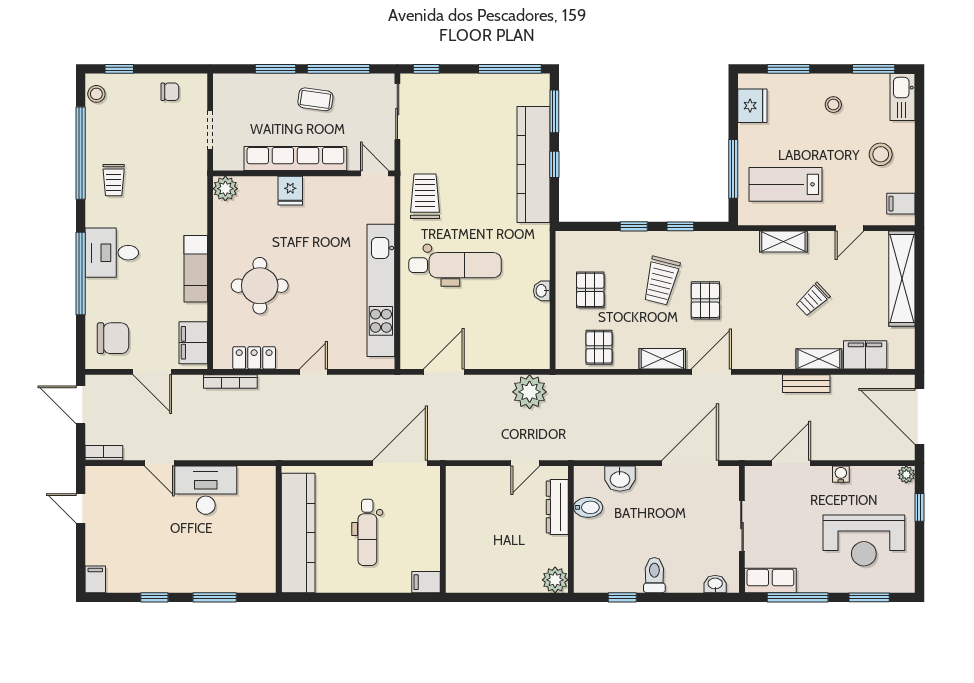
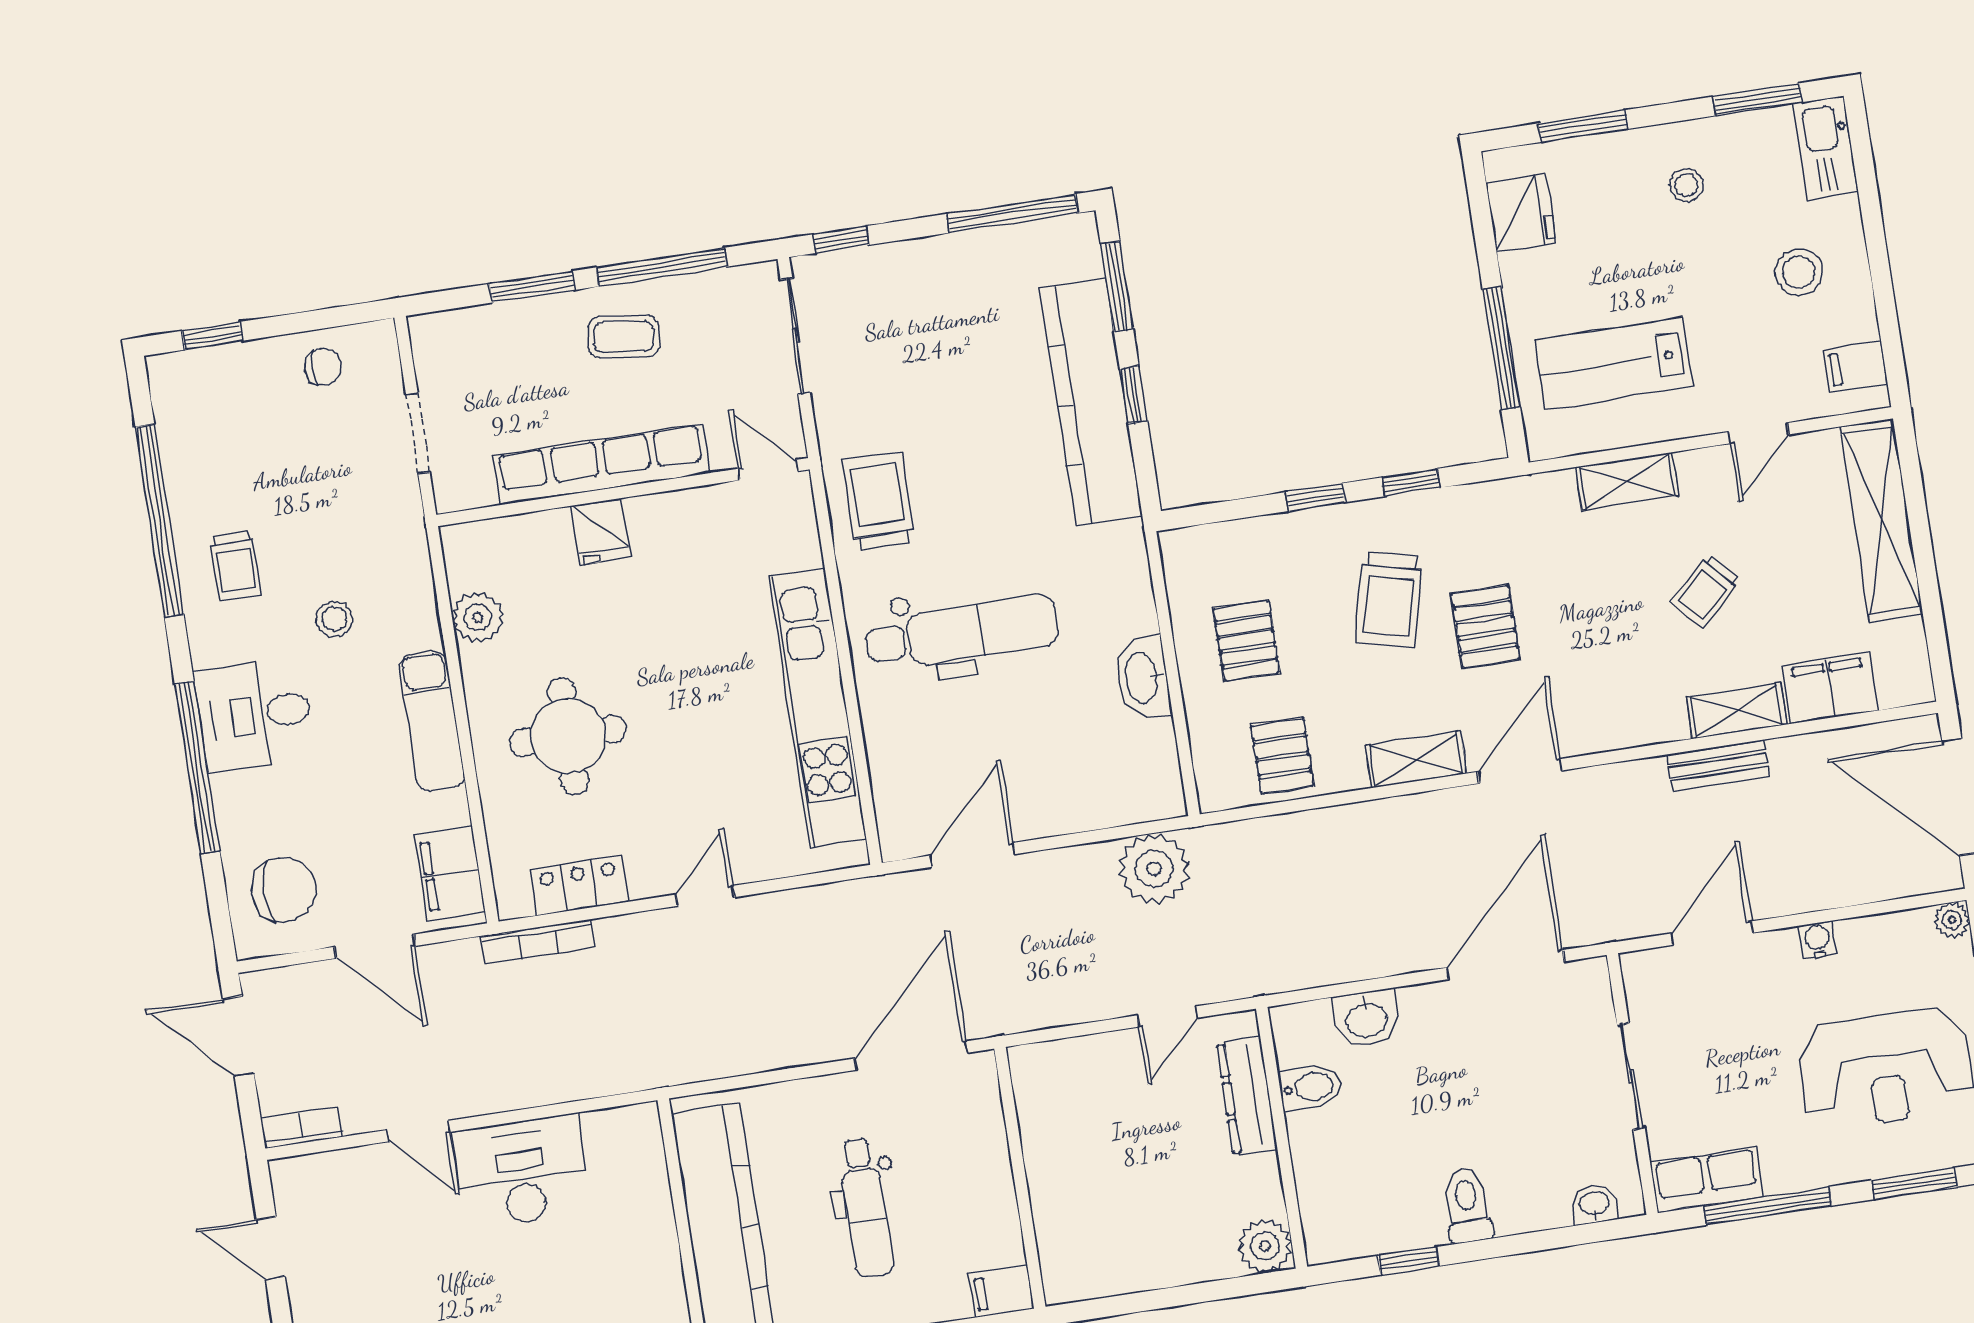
stool: (96, 94) -> (334, 619), moved
plant: (225, 189) -> (478, 617), moved
washbasin: (542, 291) -> (1143, 678), width x1.91, depth x1.45

